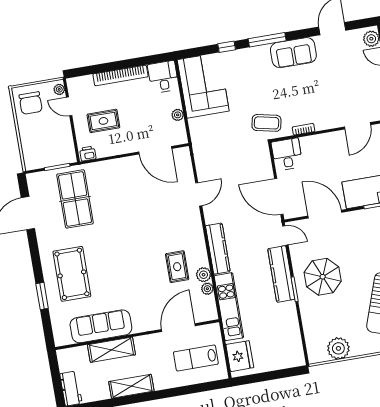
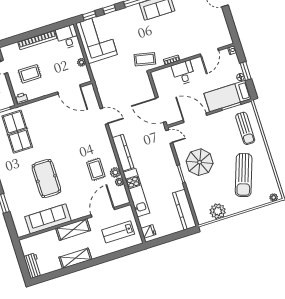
window: (198, 52) -> (89, 16), added
desk: (287, 154) -> (183, 73), moved
door: (199, 194) -> (104, 116), hinge flipped
pool table: (72, 274) -> (46, 178), moved
kitchen counter: (281, 274) -> (185, 210), moved
shelving: (111, 350) -> (73, 229), moved
fridge: (240, 356) -> (148, 231), width x0.53, depth x0.75

